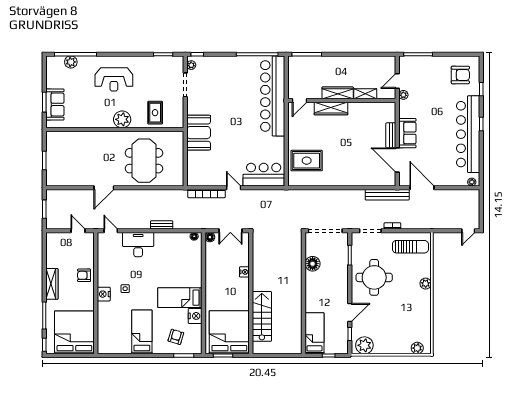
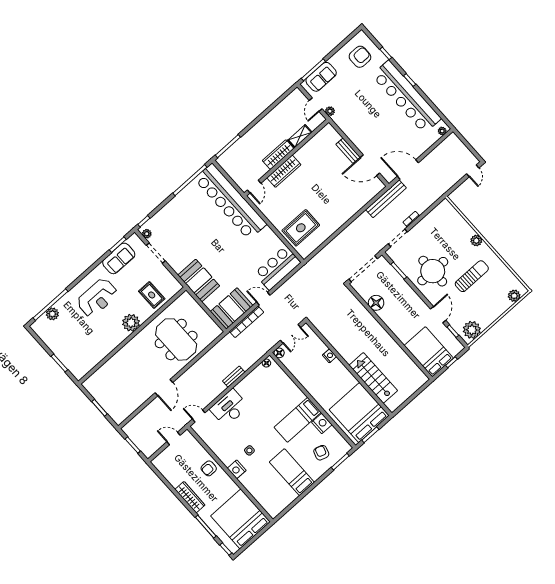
sofa: (55, 104) -> (119, 258), moved, turned 90
sofa: (407, 133) -> (321, 77), moved, turned 90
booth: (204, 174) -> (232, 308), added
sun lounger: (410, 247) -> (472, 276), moved
bed: (314, 333) -> (429, 352), width x1.50

